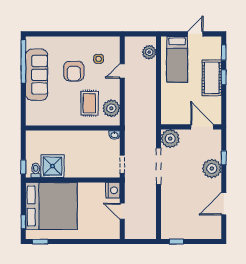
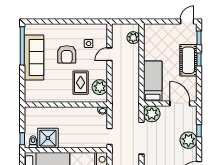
door: (195, 34) -> (187, 22), moved
bed: (177, 59) -> (153, 81), moved, turned 180

